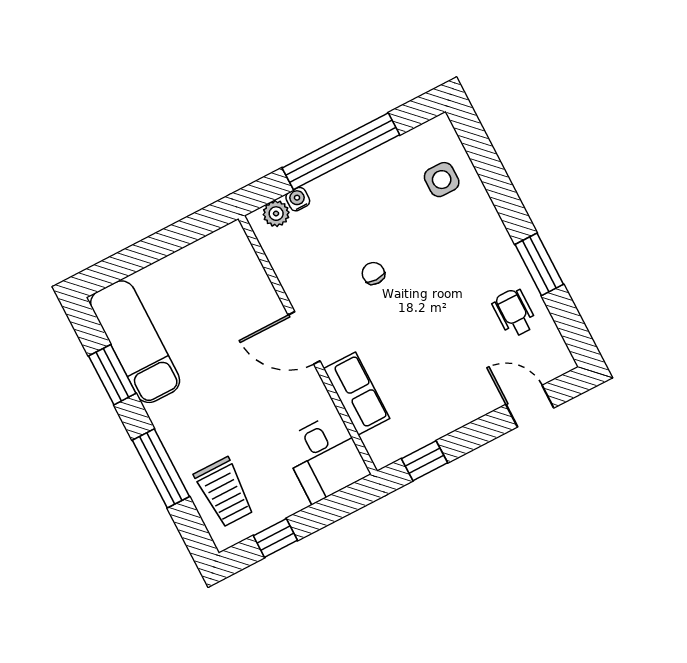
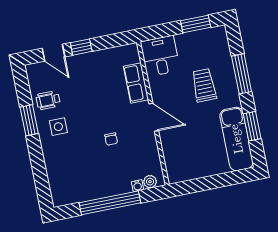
side table: (442, 180) -> (58, 127), moved
wheelchair: (514, 313) -> (48, 100), turned 90
window: (425, 461) -> (81, 47), moved
trolley: (224, 492) -> (204, 85), moved
window: (275, 538) -> (196, 24), width x1.50

